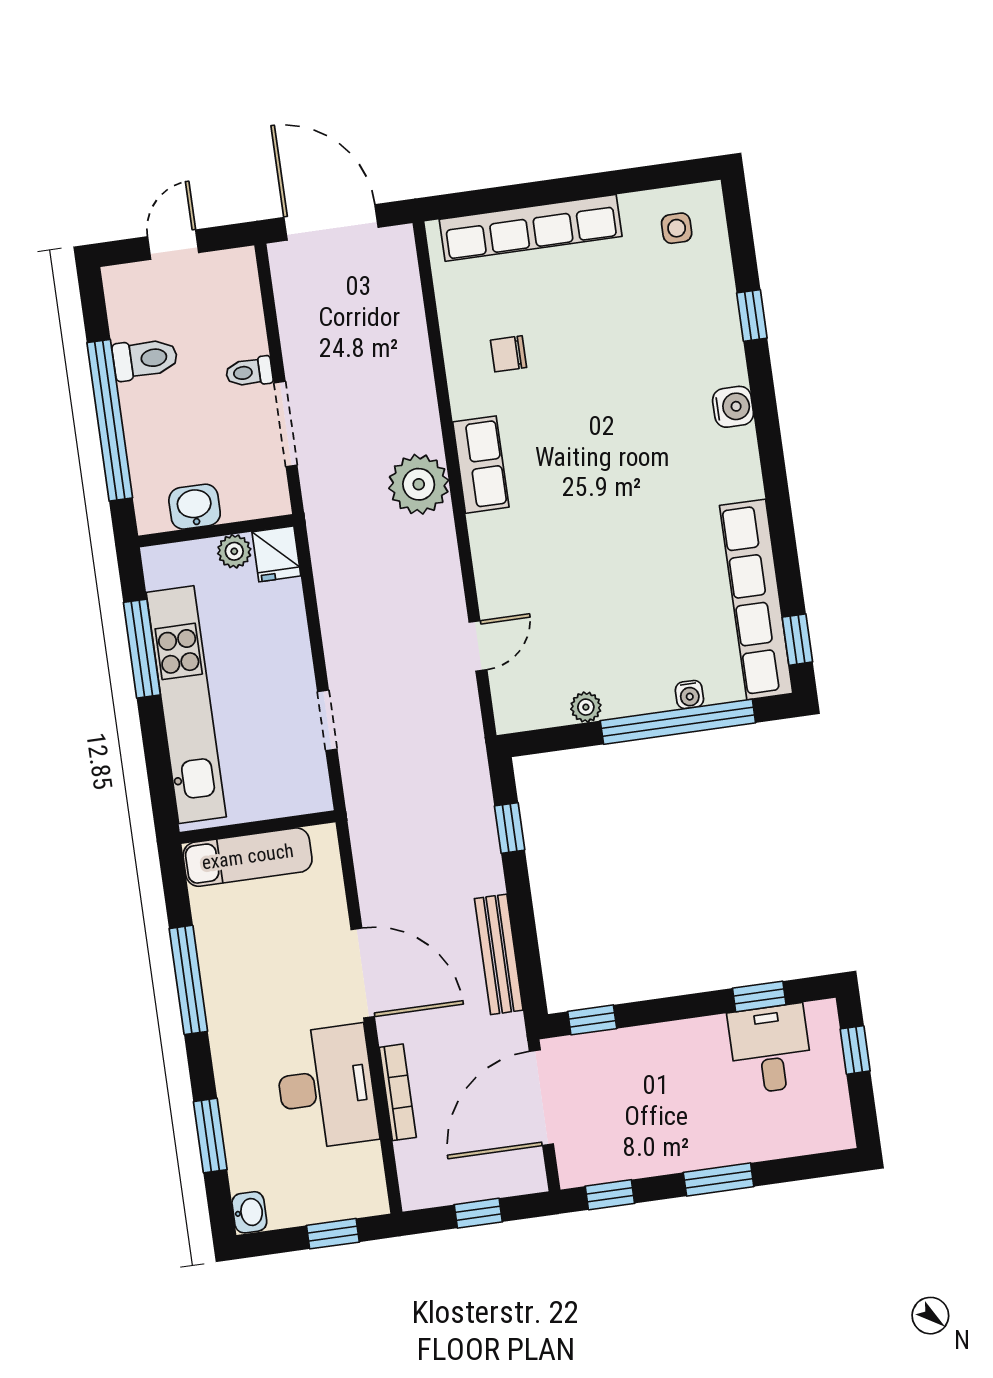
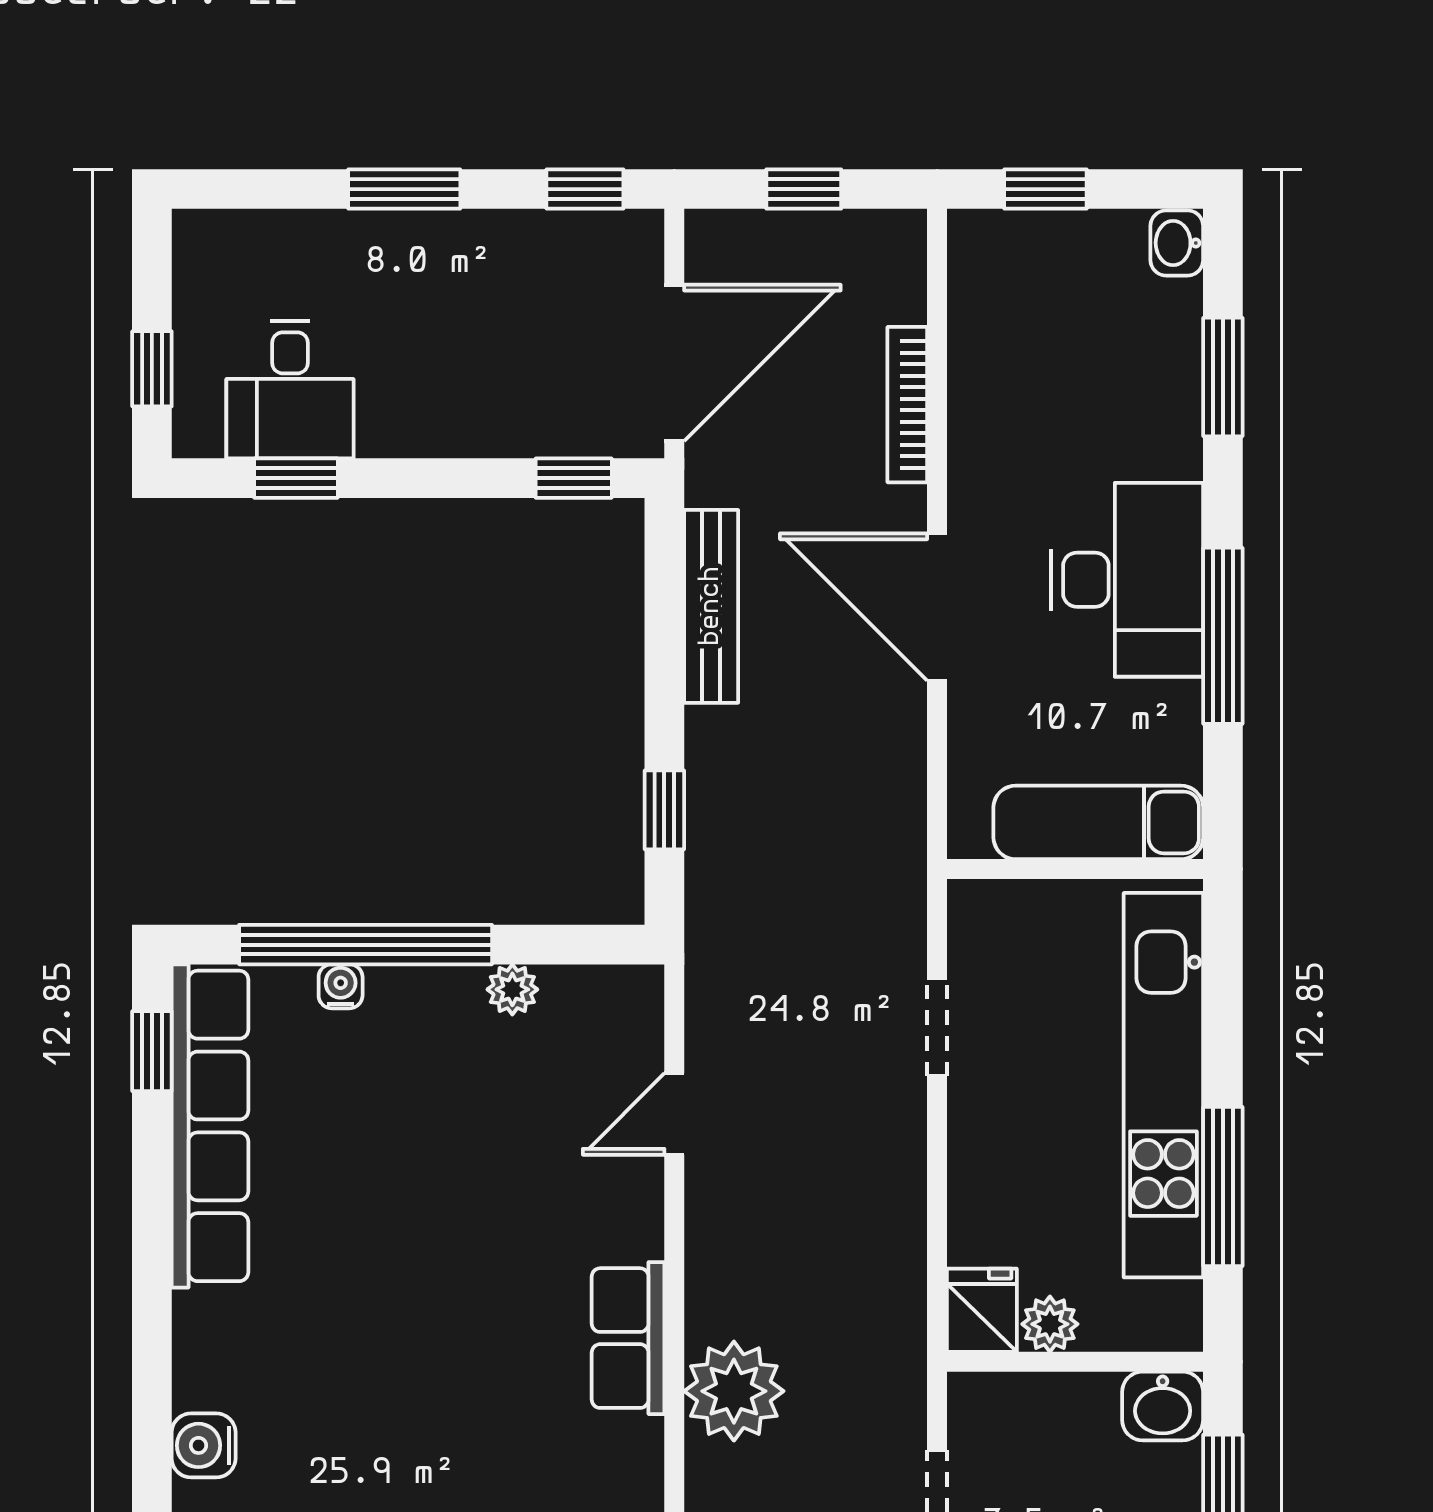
row of seats: (481, 465) -> (628, 1338), moved
washbasin: (195, 507) -> (1163, 1406), moved
desk: (326, 1087) -> (1127, 580), moved, turned 180

